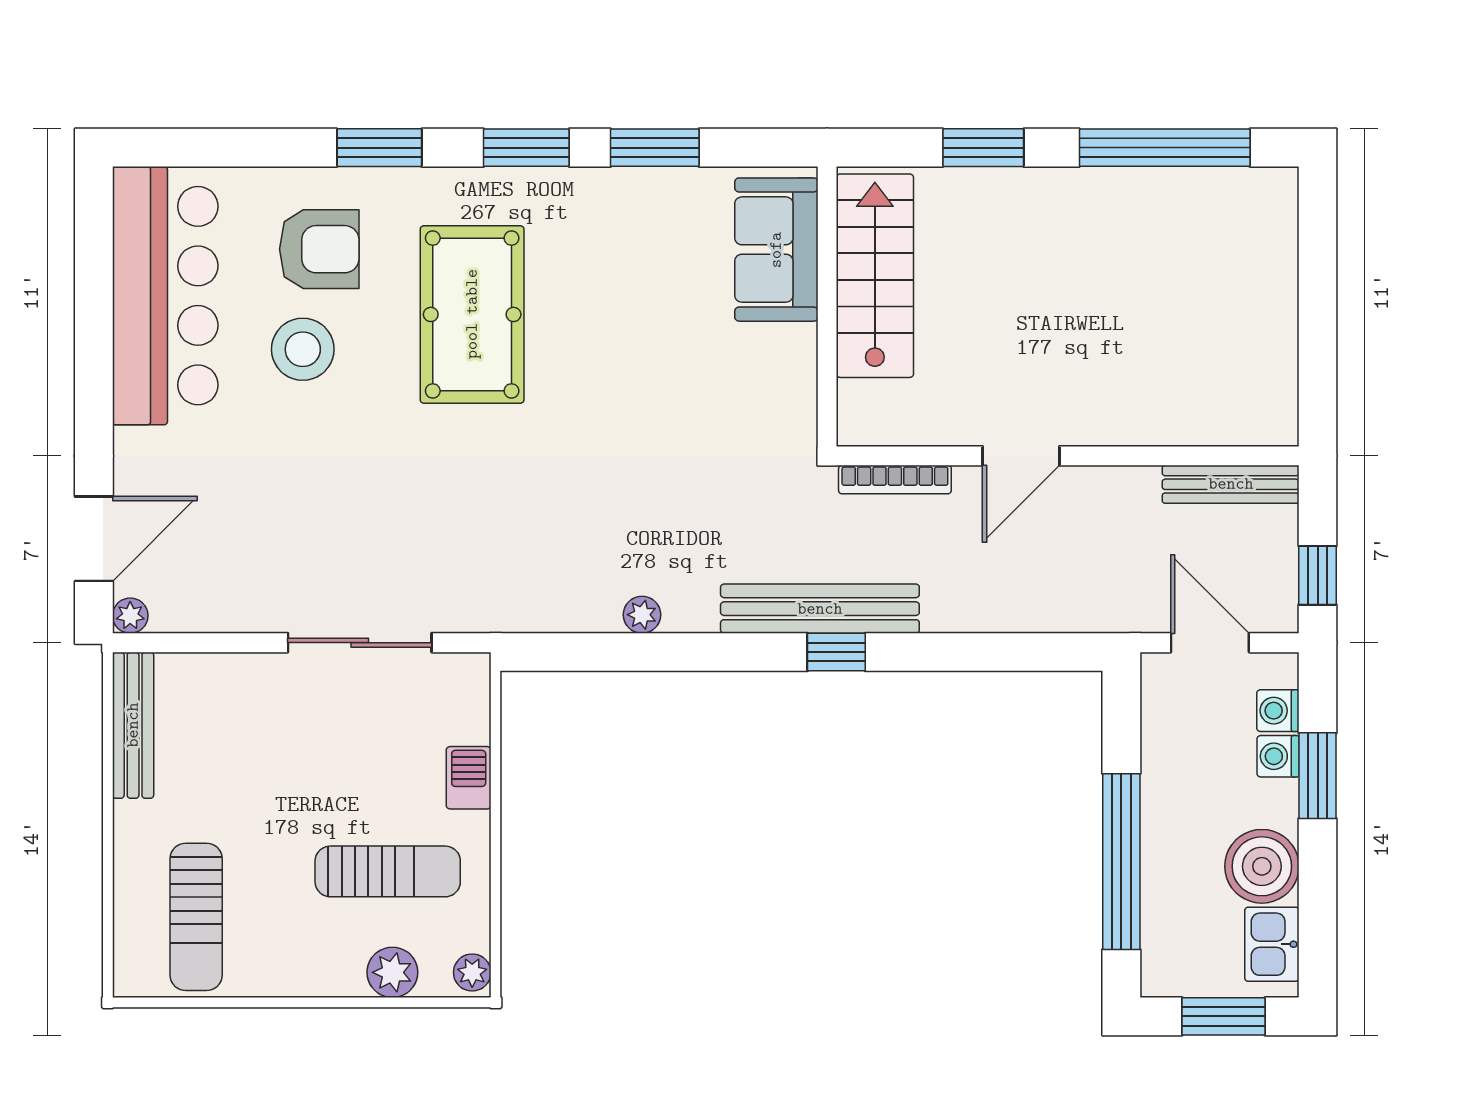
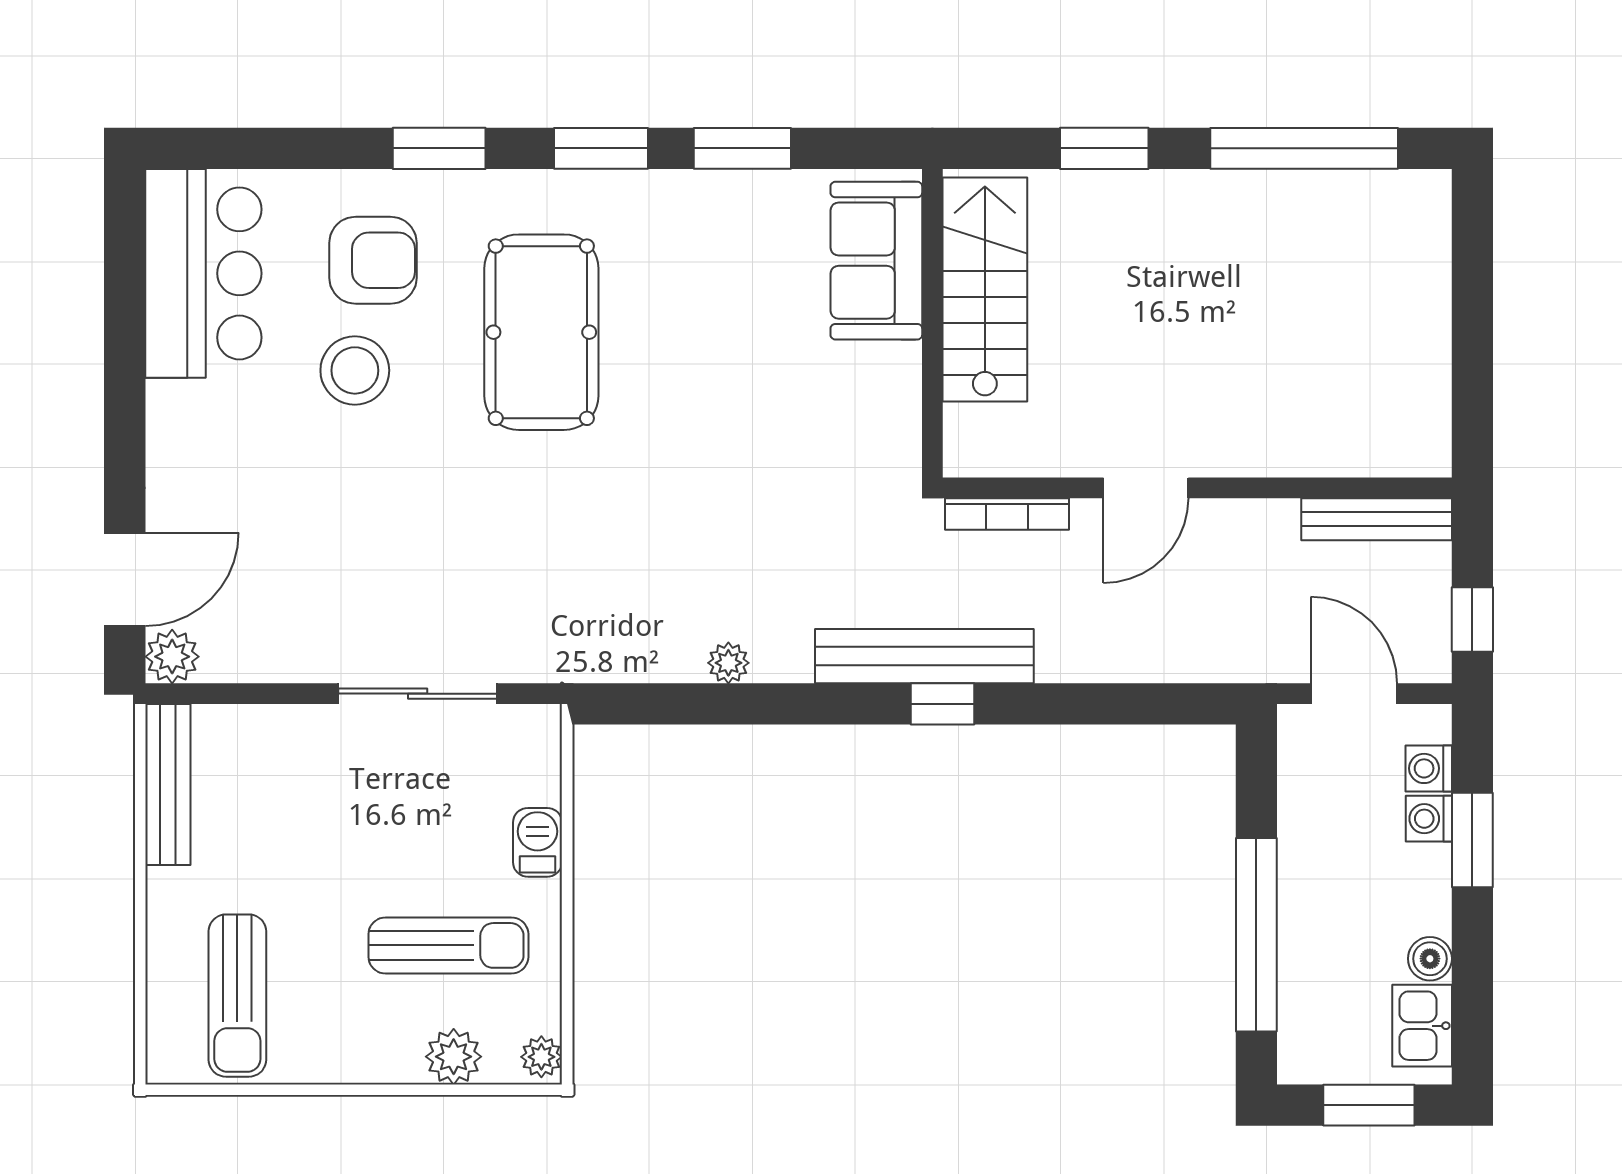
bar counter: (165, 296) -> (203, 273), width x0.73
plant: (130, 616) -> (172, 657), width x1.38, depth x1.38
boiler: (1262, 866) -> (1430, 959), width x0.54, depth x0.54

